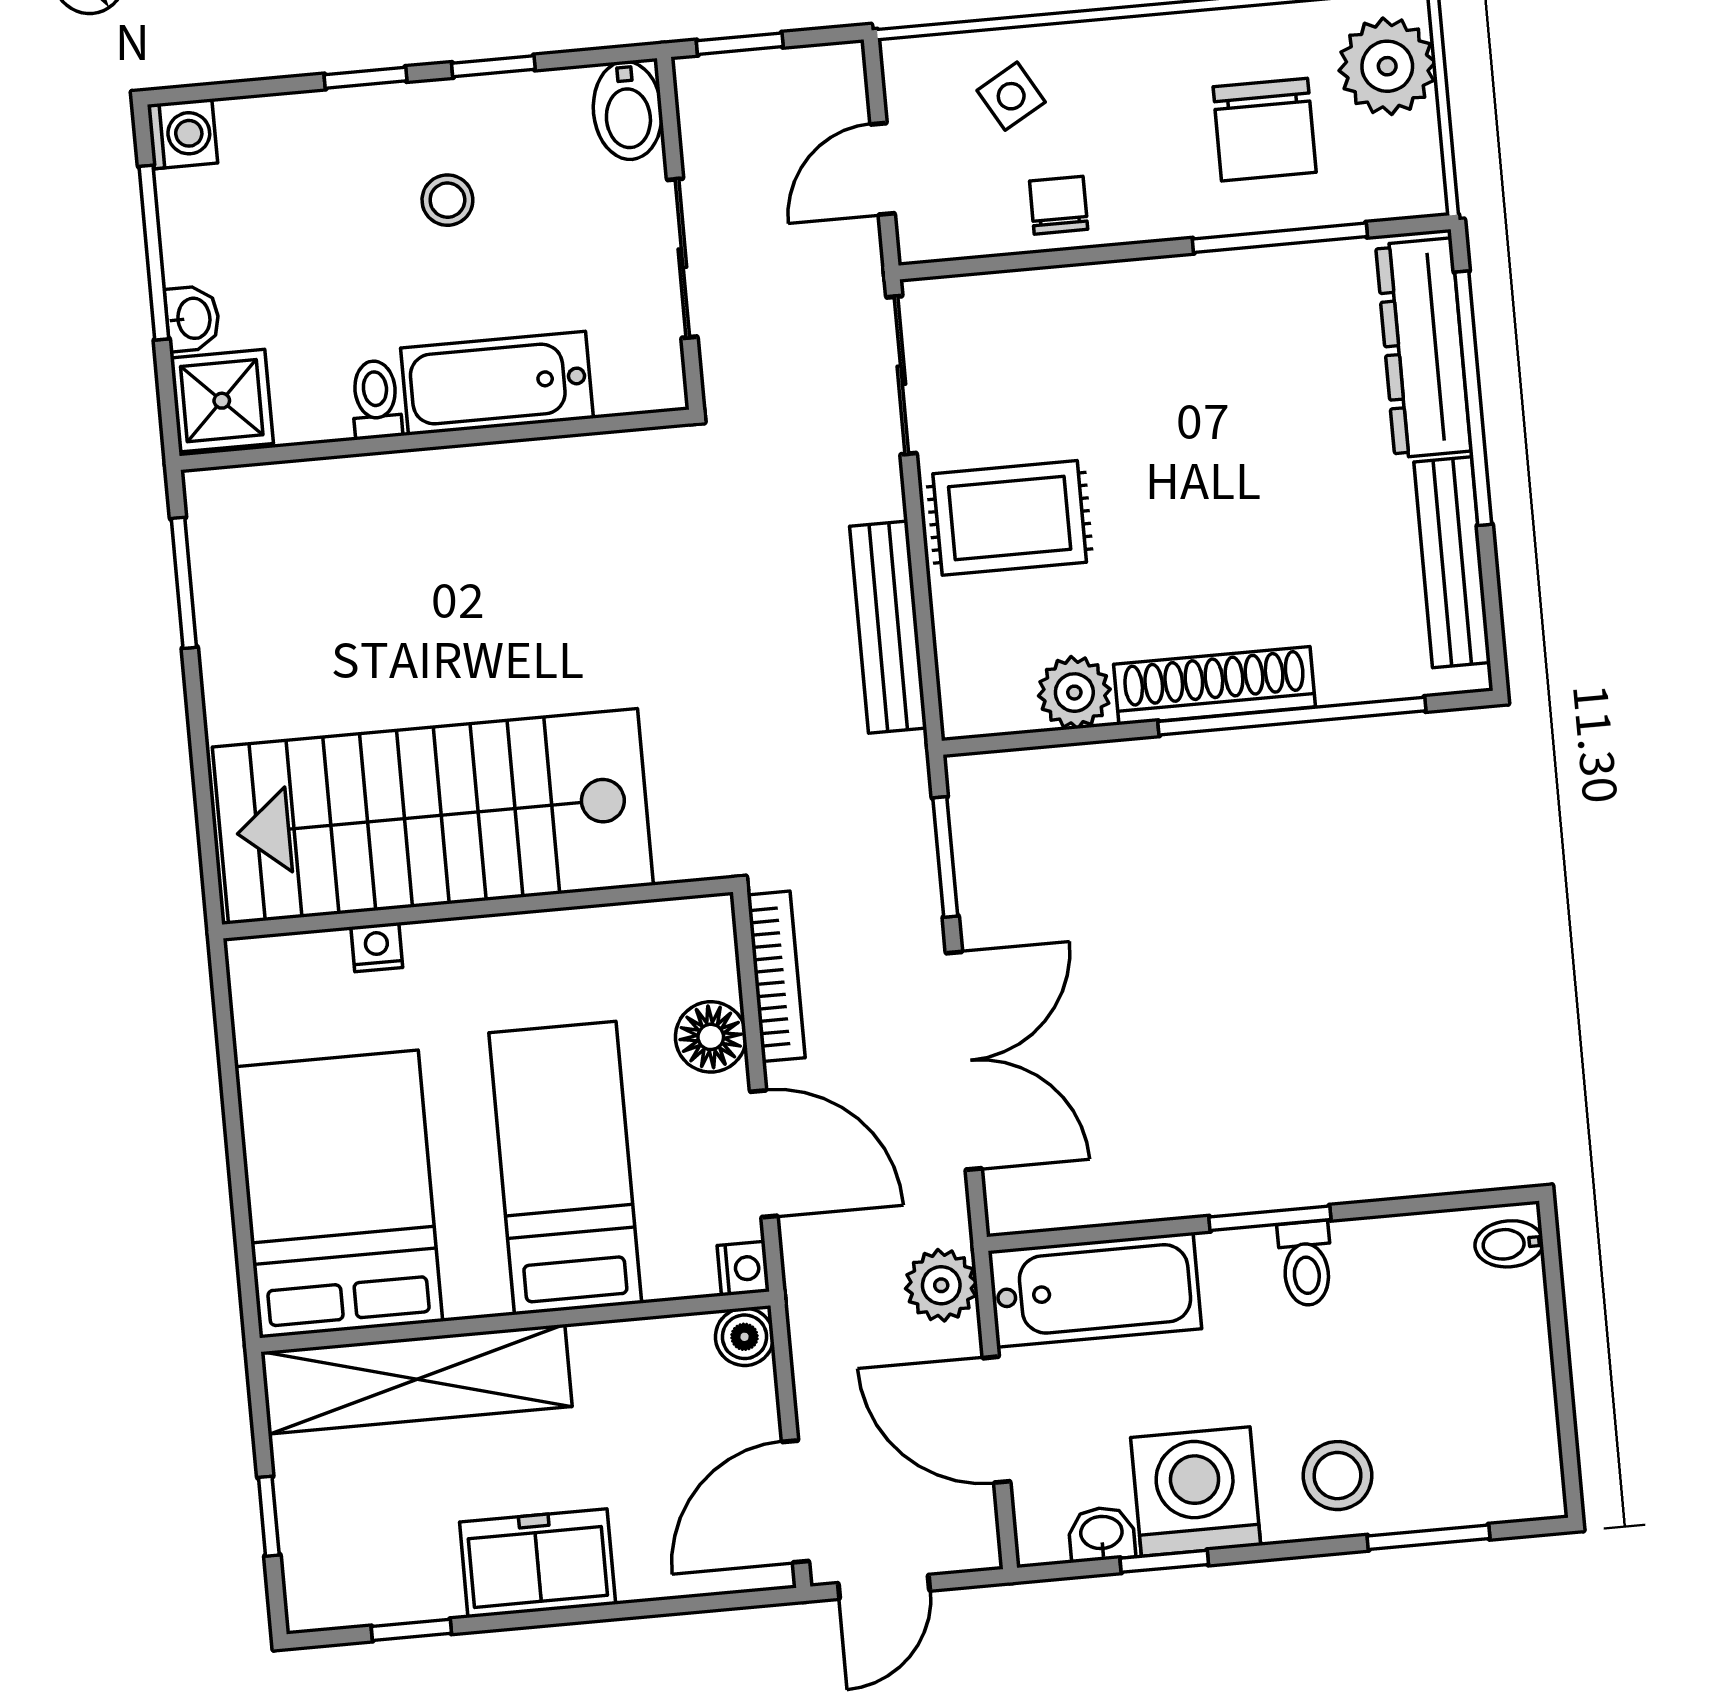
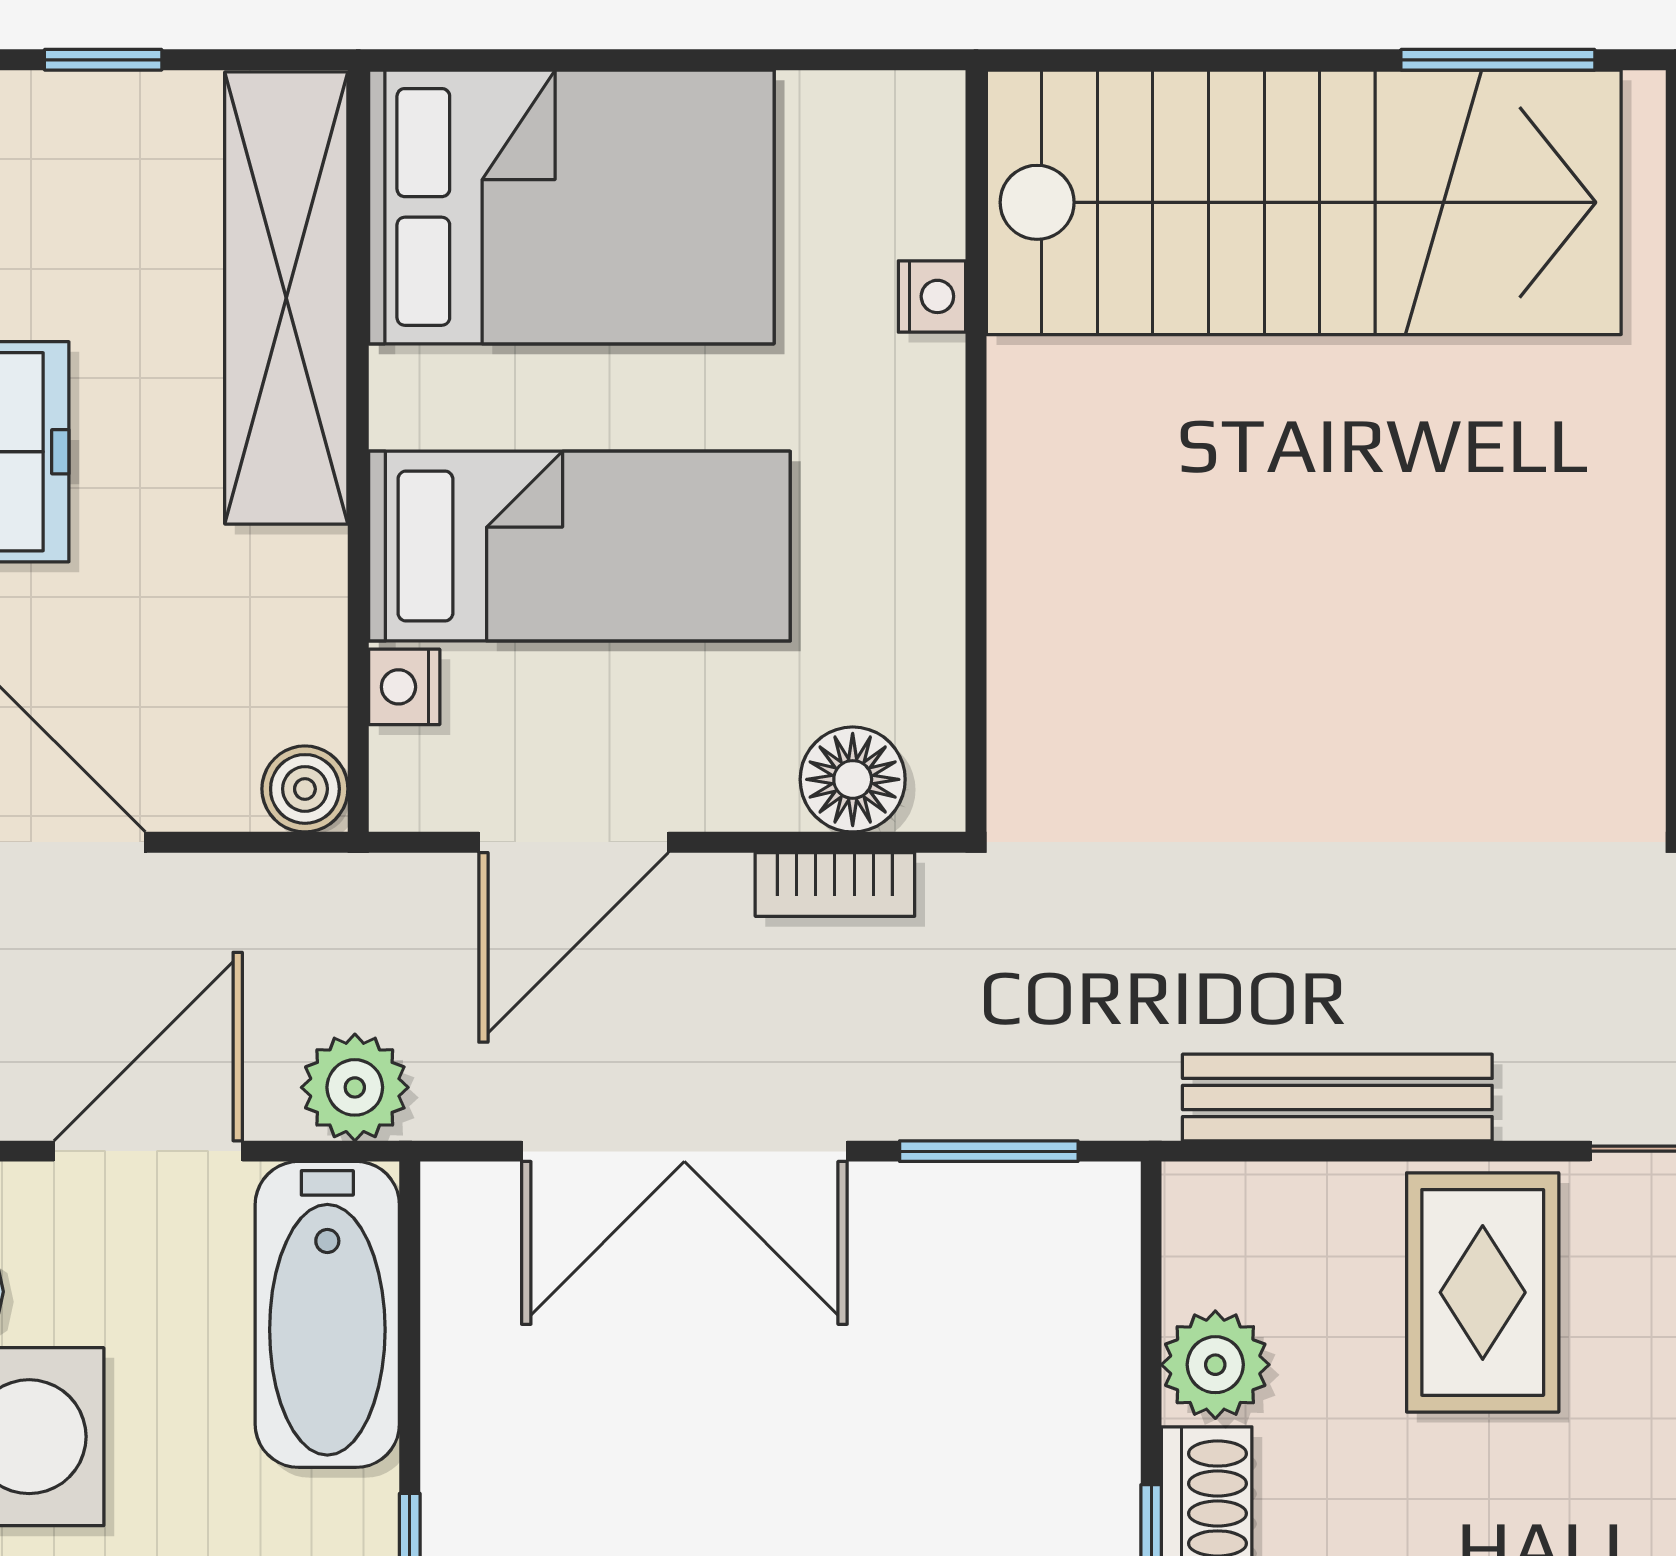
stairs: (433, 816) -> (1304, 202), moved, turned 90
bookcase: (776, 976) -> (835, 884), width x0.64
floor lamp: (711, 1037) -> (853, 779), moved
nightstand: (743, 1269) -> (404, 687), moved, turned 90

